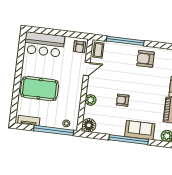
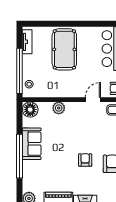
door: (87, 69) -> (93, 100), swing flipped
armchair: (123, 100) -> (85, 160), moved
sofa: (140, 130) -> (32, 144), moved

